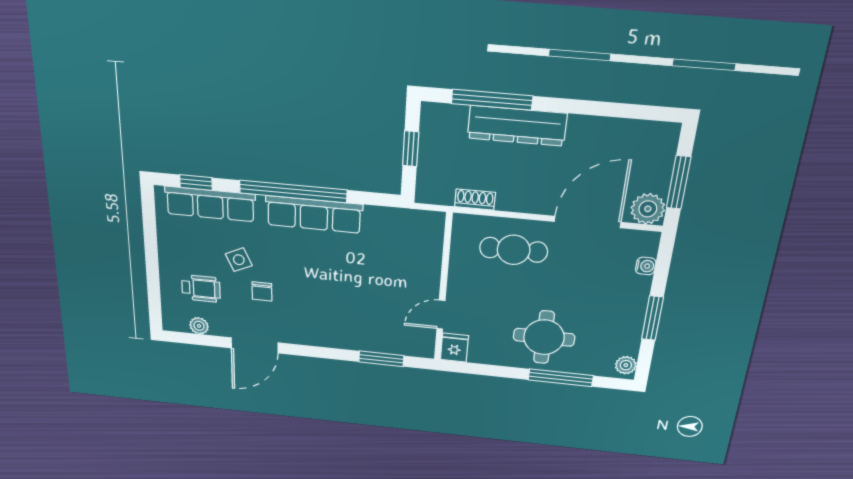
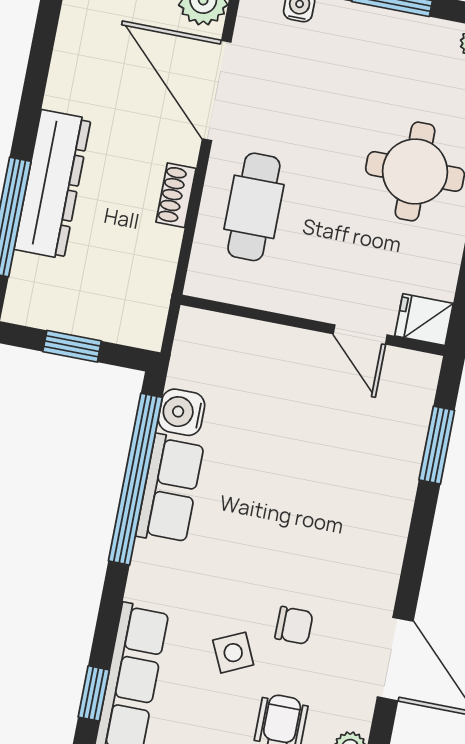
window: (293, 191) -> (135, 479), moved
shoe rack: (475, 200) -> (176, 195), moved
row of seats: (314, 214) -> (170, 489), width x0.68
water cooler: (378, 218) -> (181, 412), added

